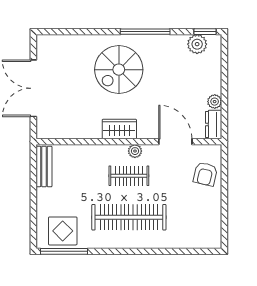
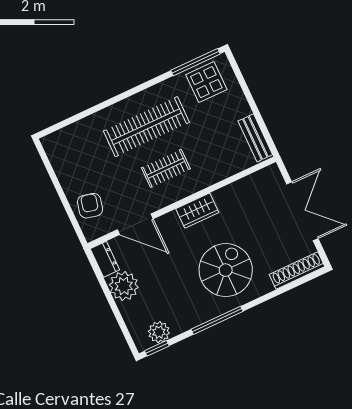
shoe rack: (60, 42) -> (297, 270), added
plant: (215, 102) -> (124, 286), width x1.88, depth x1.88
plant: (135, 151) -> (171, 196), removed

